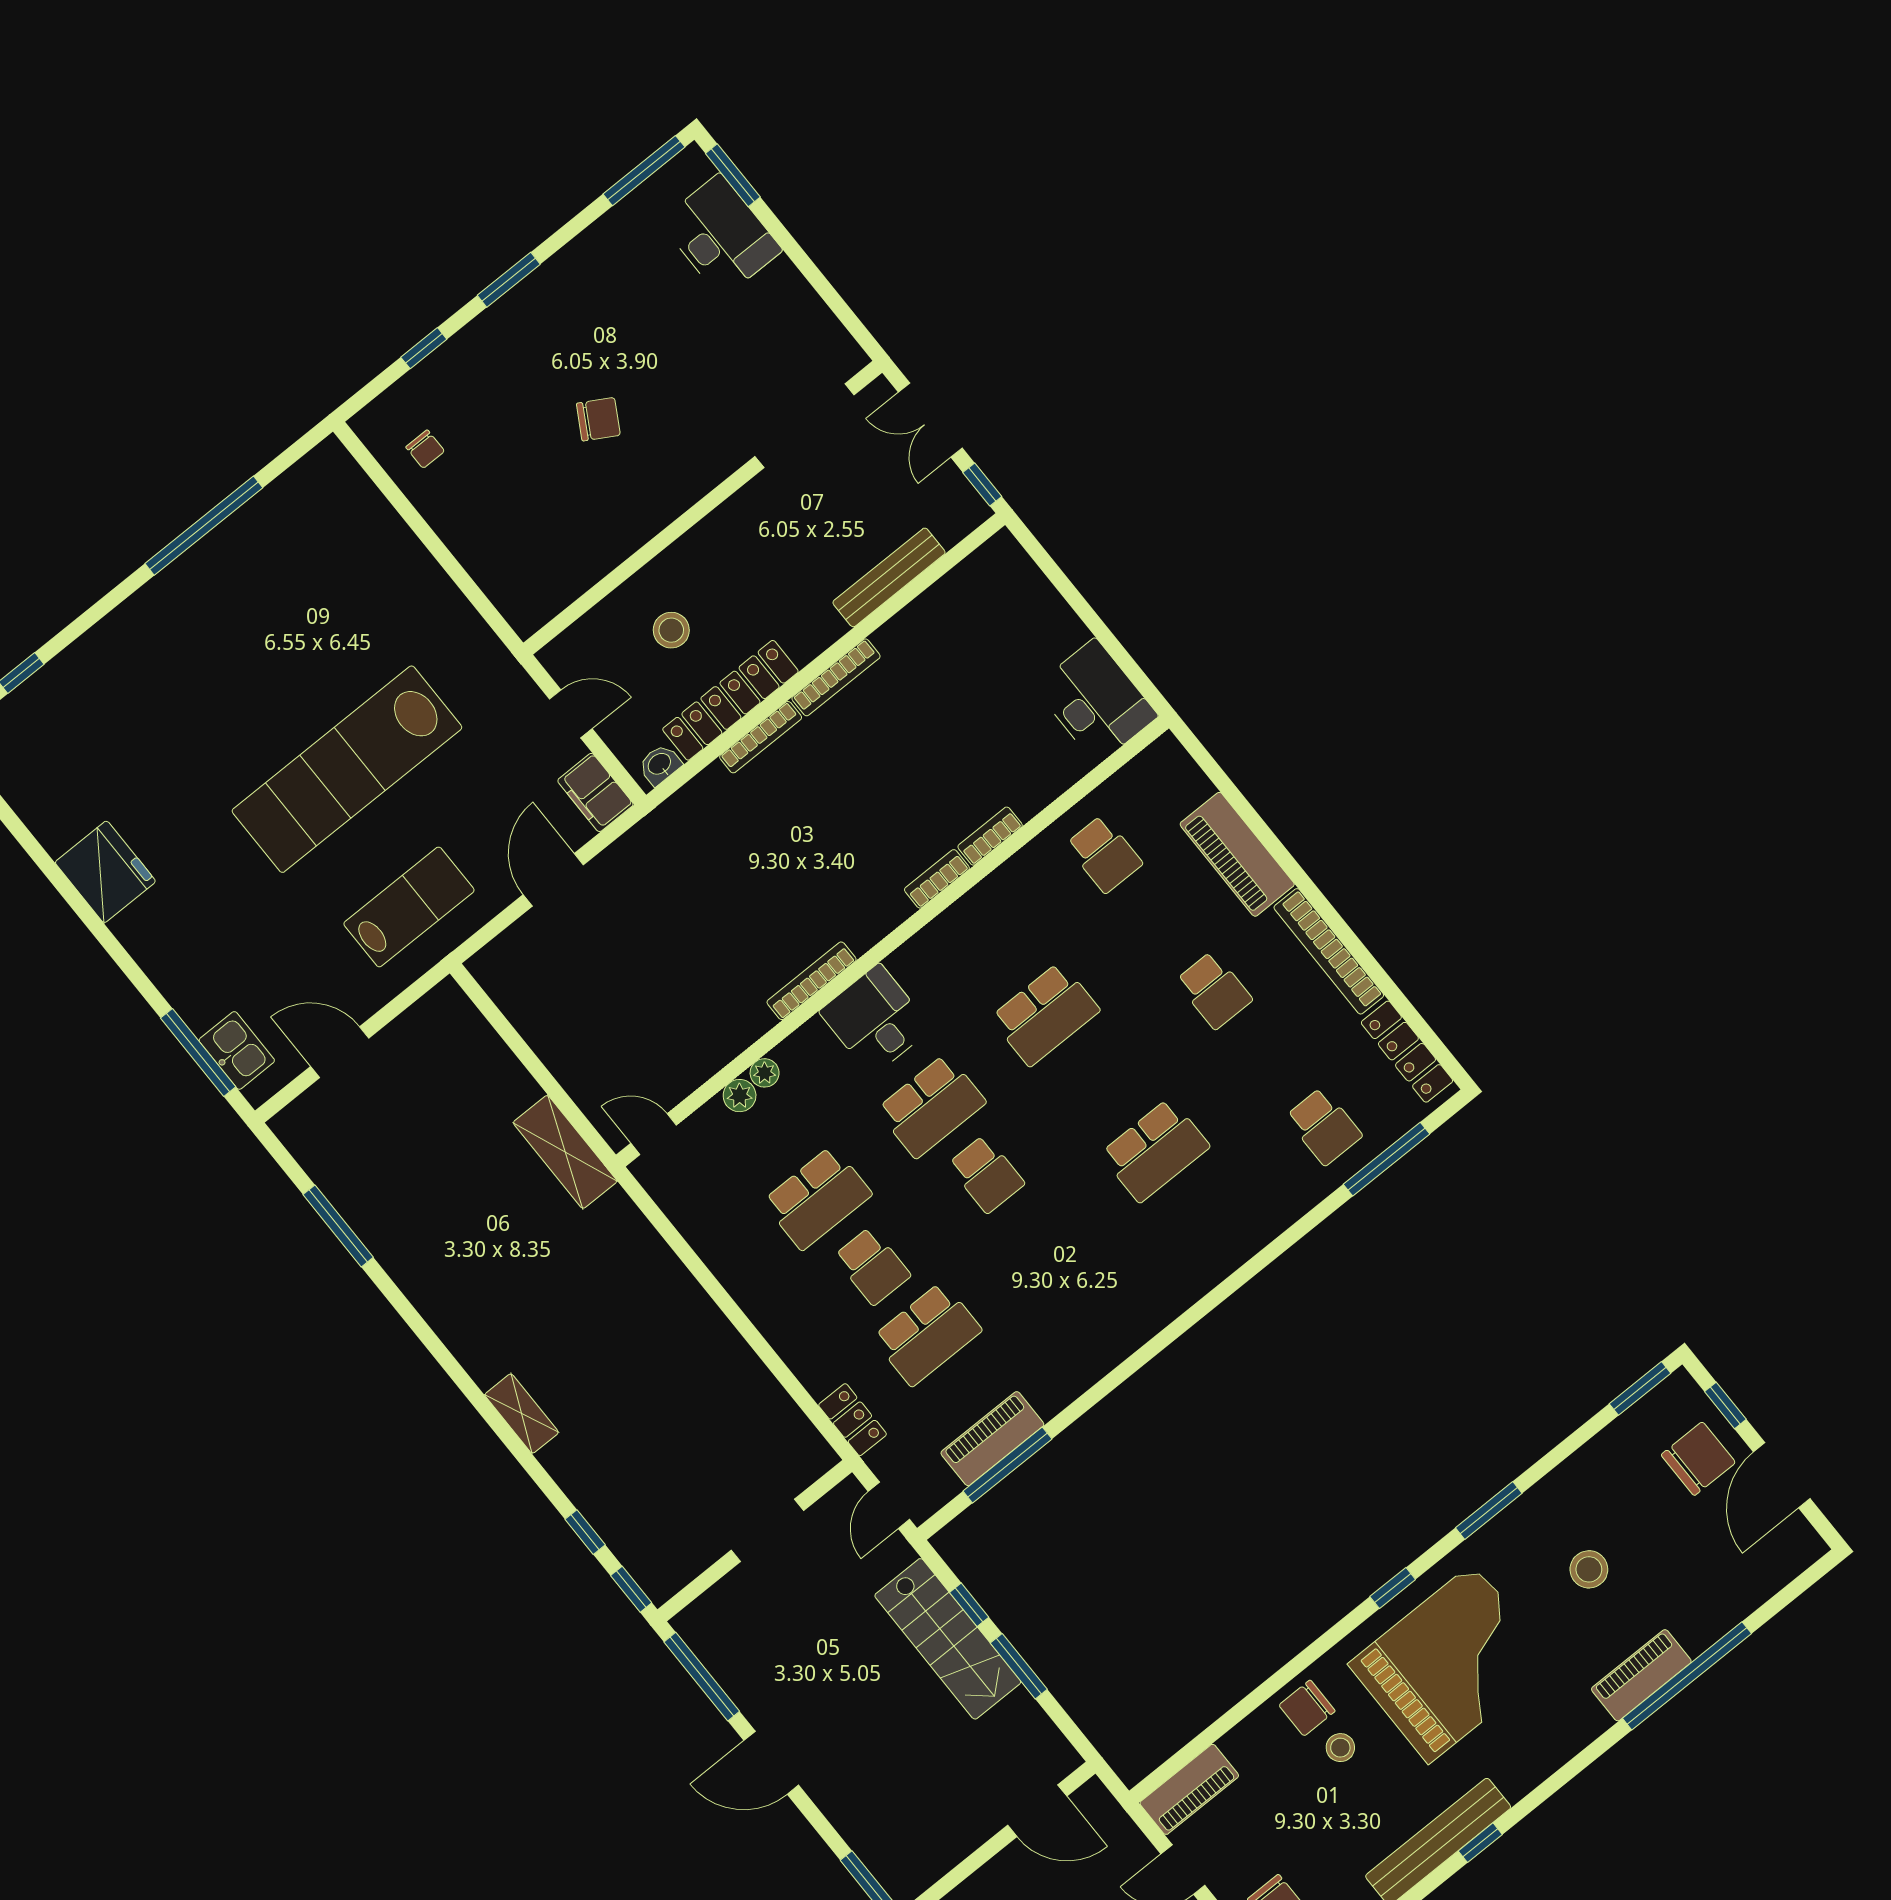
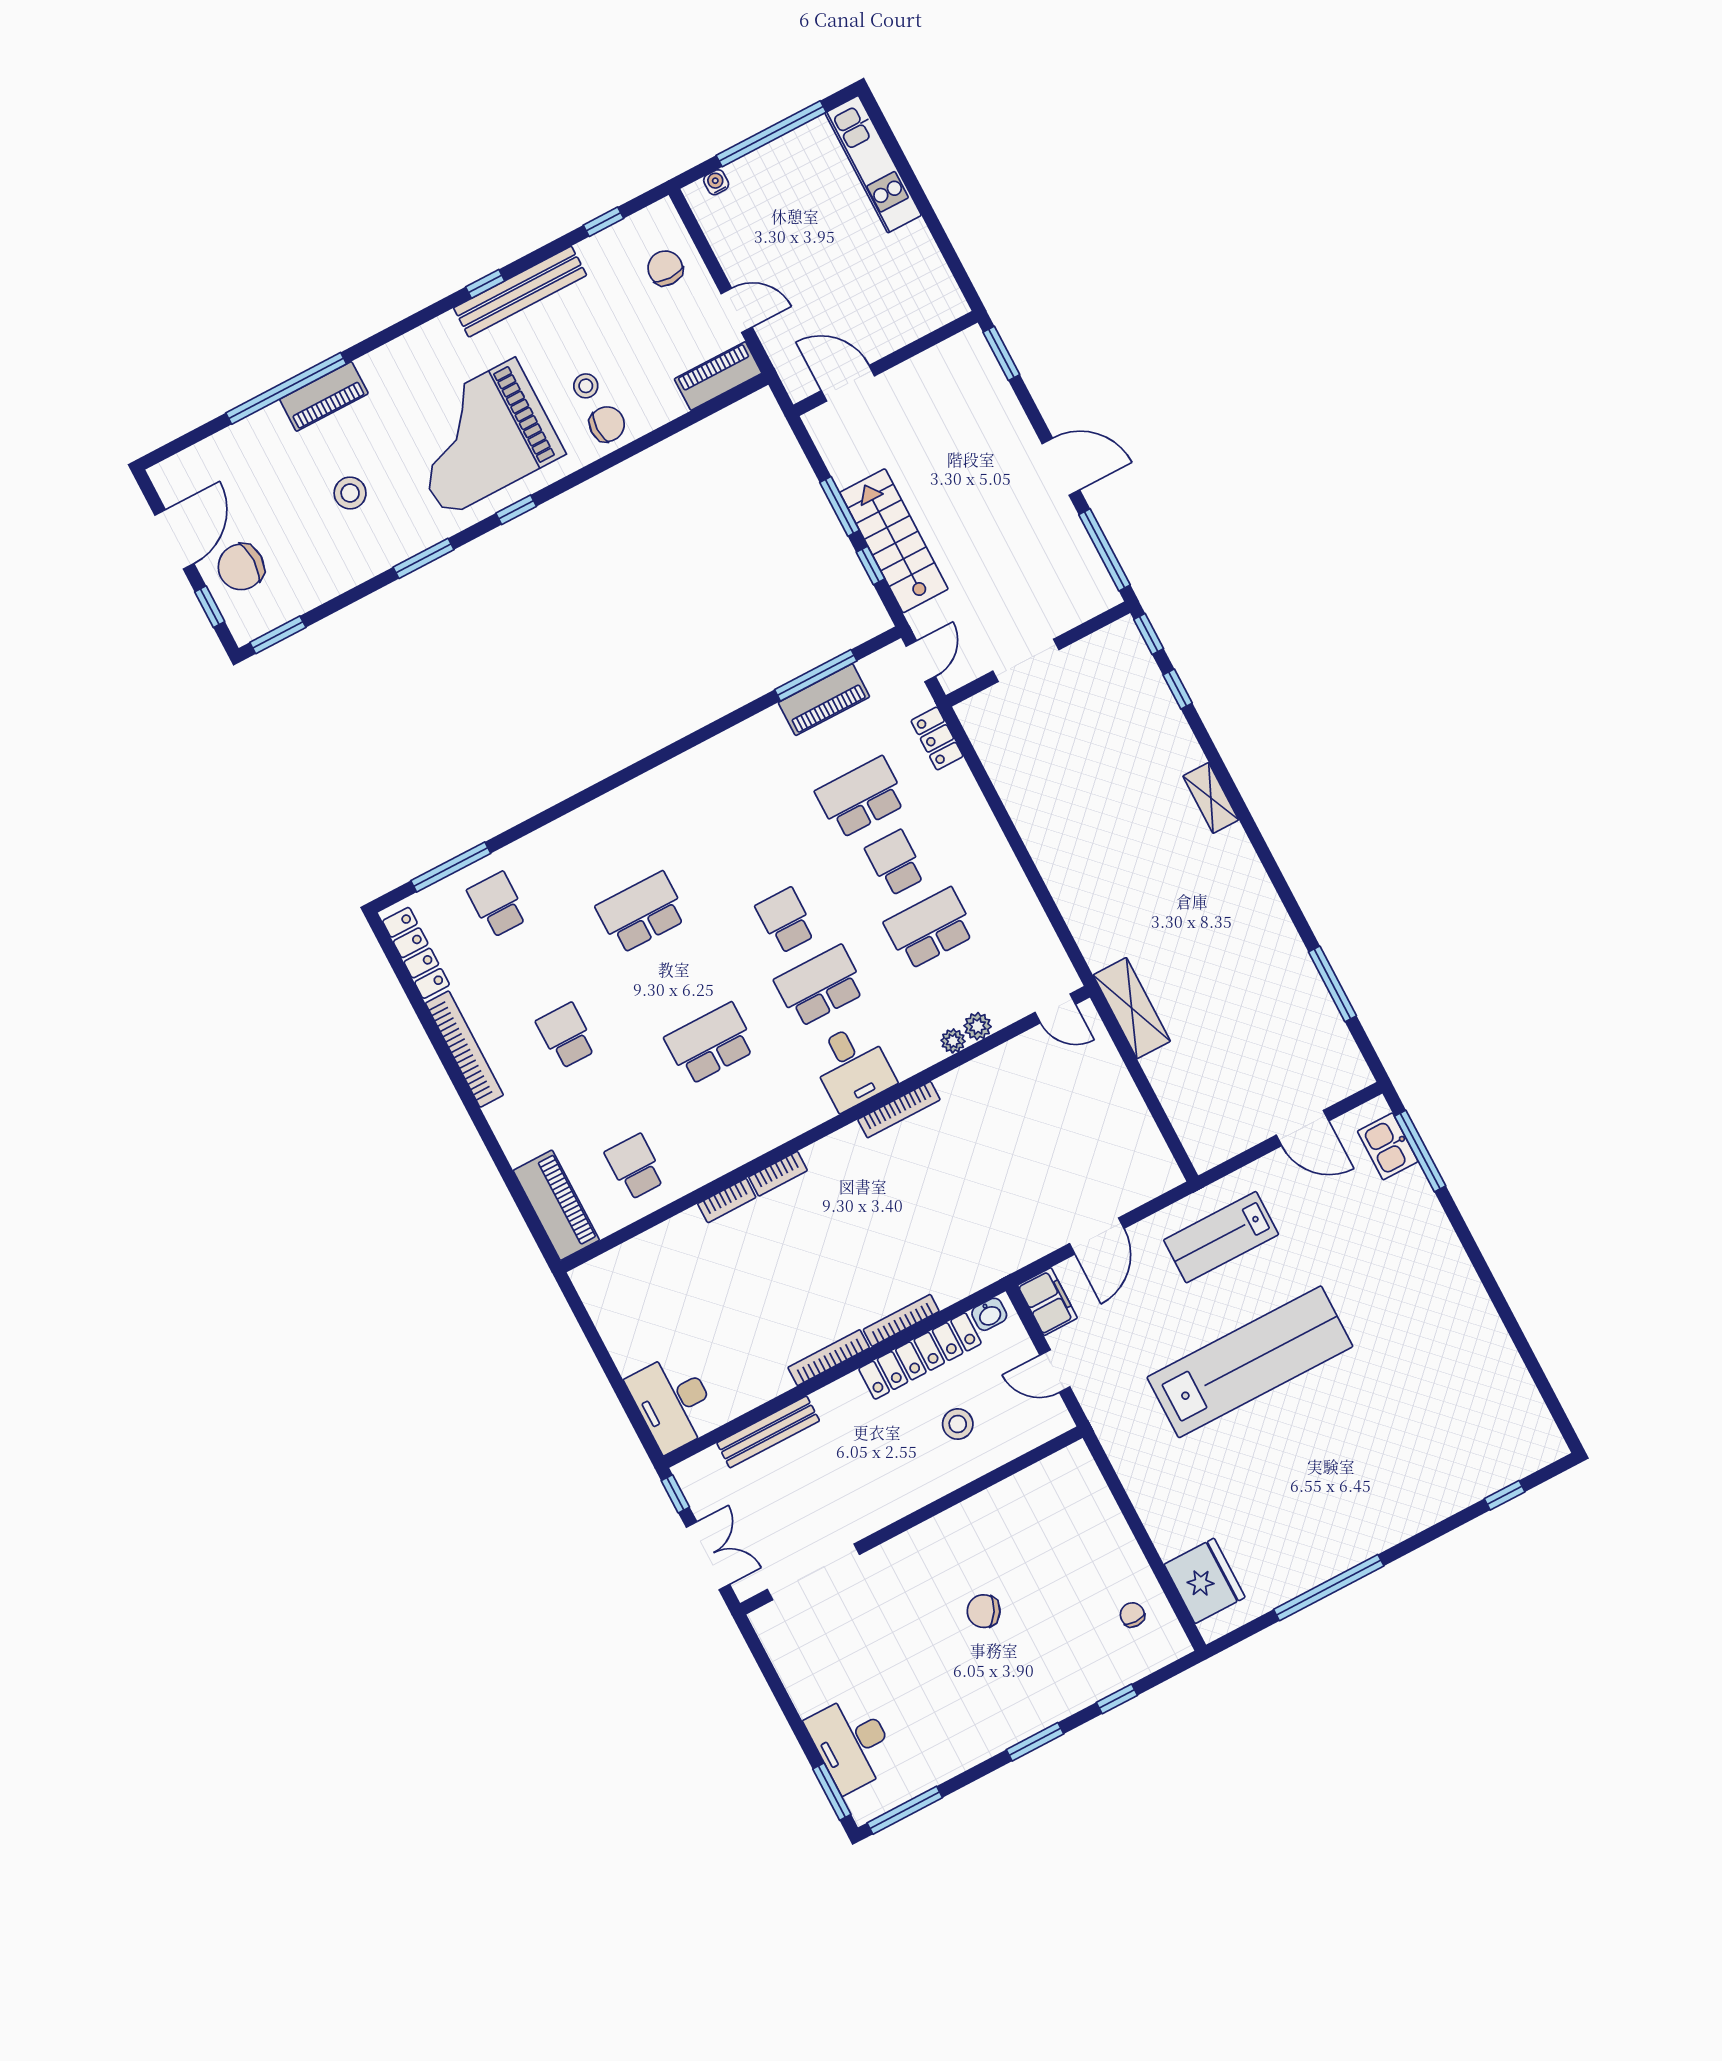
desk: (1096, 702) -> (673, 1402), moved
piano: (1237, 854) -> (556, 1205), moved
fridge: (105, 872) -> (1205, 1581), moved, turned 180

